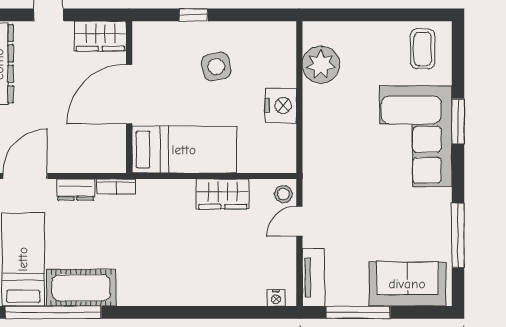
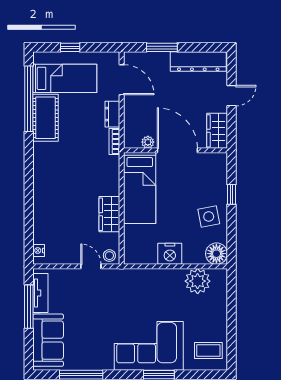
floor lamp: (281, 37) -> (216, 254), added
side table: (216, 67) -> (209, 216), moved
plant: (117, 138) -> (148, 142), added
tv unit: (313, 277) -> (40, 293), moved, turned -90

